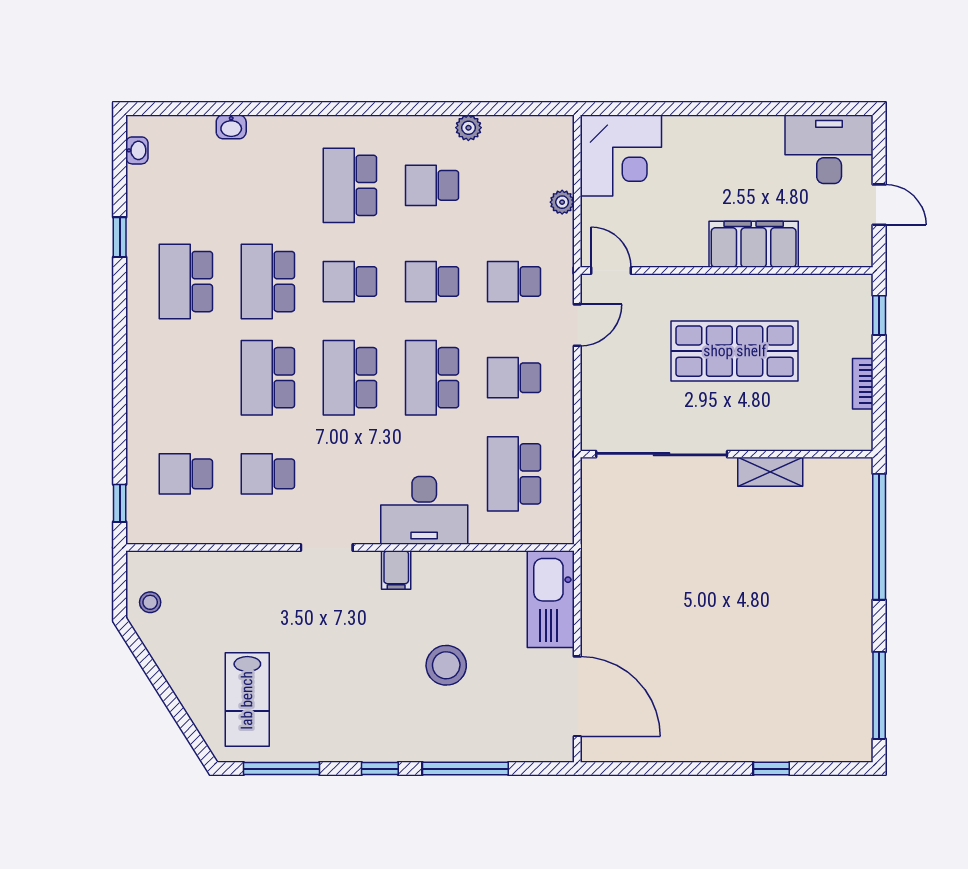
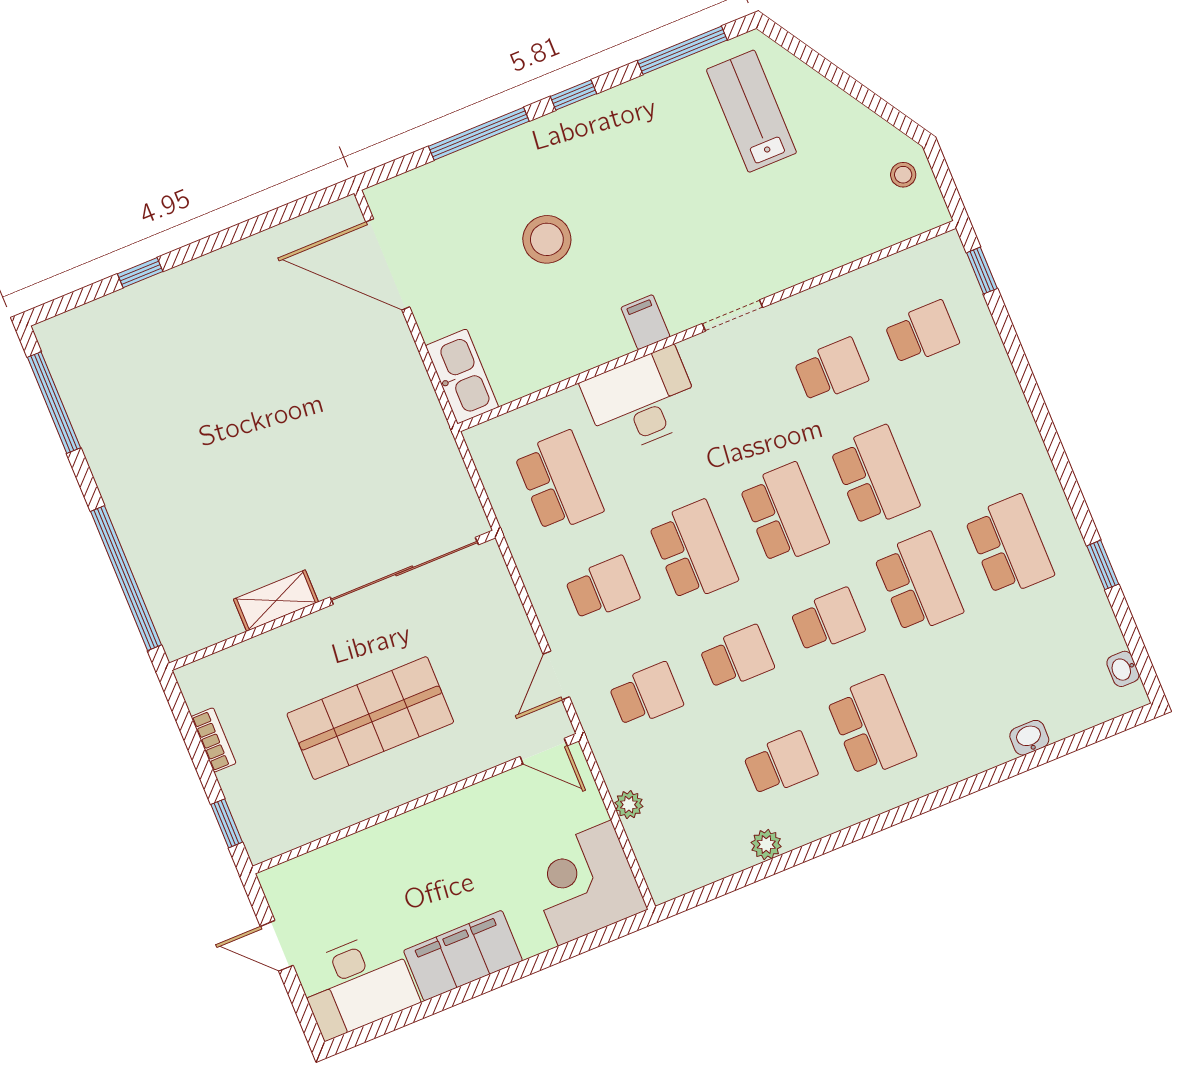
filing cabinet: (754, 244) -> (463, 956), moved, turned 180
kitchen sink: (551, 599) -> (462, 376), width x0.73, depth x0.81

